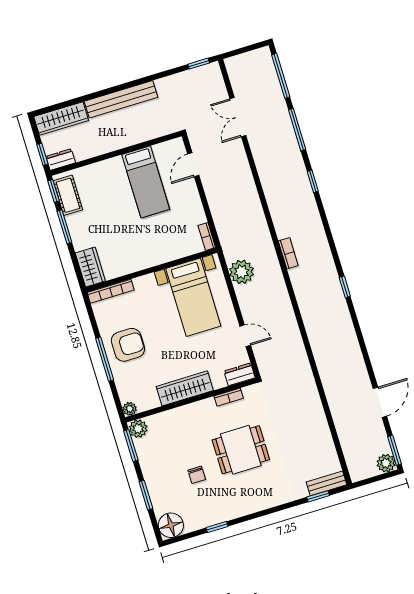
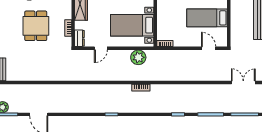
double door: (238, 117) -> (243, 82), moved

